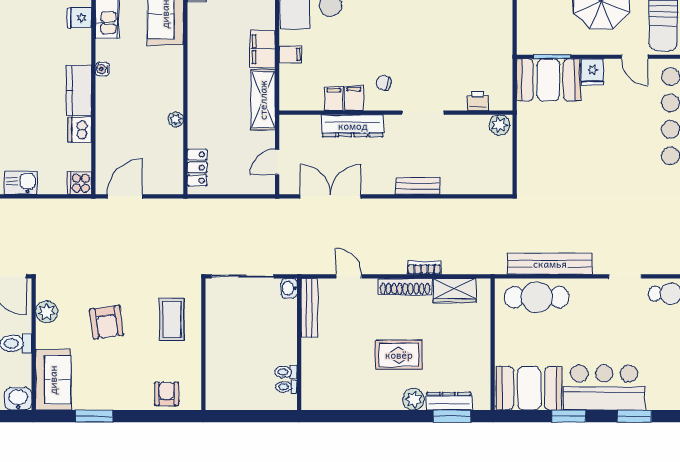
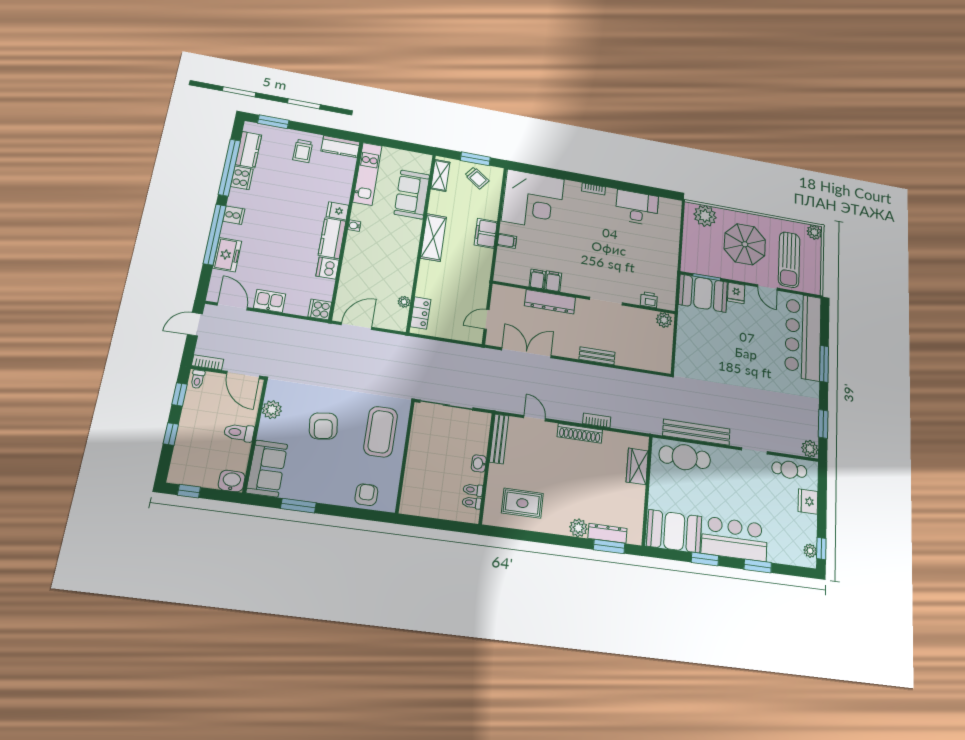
fridge: (79, 18) -> (337, 211), moved
chair: (384, 83) -> (578, 274), removed
shelving: (263, 100) -> (434, 237), moved
plant: (176, 119) -> (404, 302), moved
washbasin: (289, 288) -> (479, 463), moved
wardrobe: (455, 291) -> (637, 466), moved, turned 90
coffee table: (172, 319) -> (381, 432), width x1.36, depth x1.32
rug: (399, 355) -> (522, 503), moved

